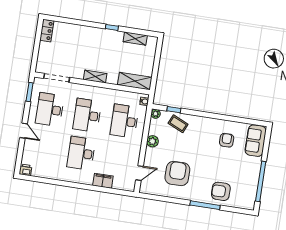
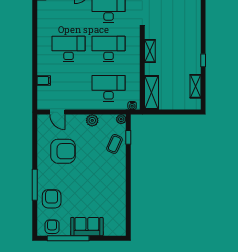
armchair: (227, 140) -> (52, 227), moved, turned -90
sofa: (256, 141) -> (87, 227), moved
filing cabinet: (103, 181) -> (44, 81), width x0.50

